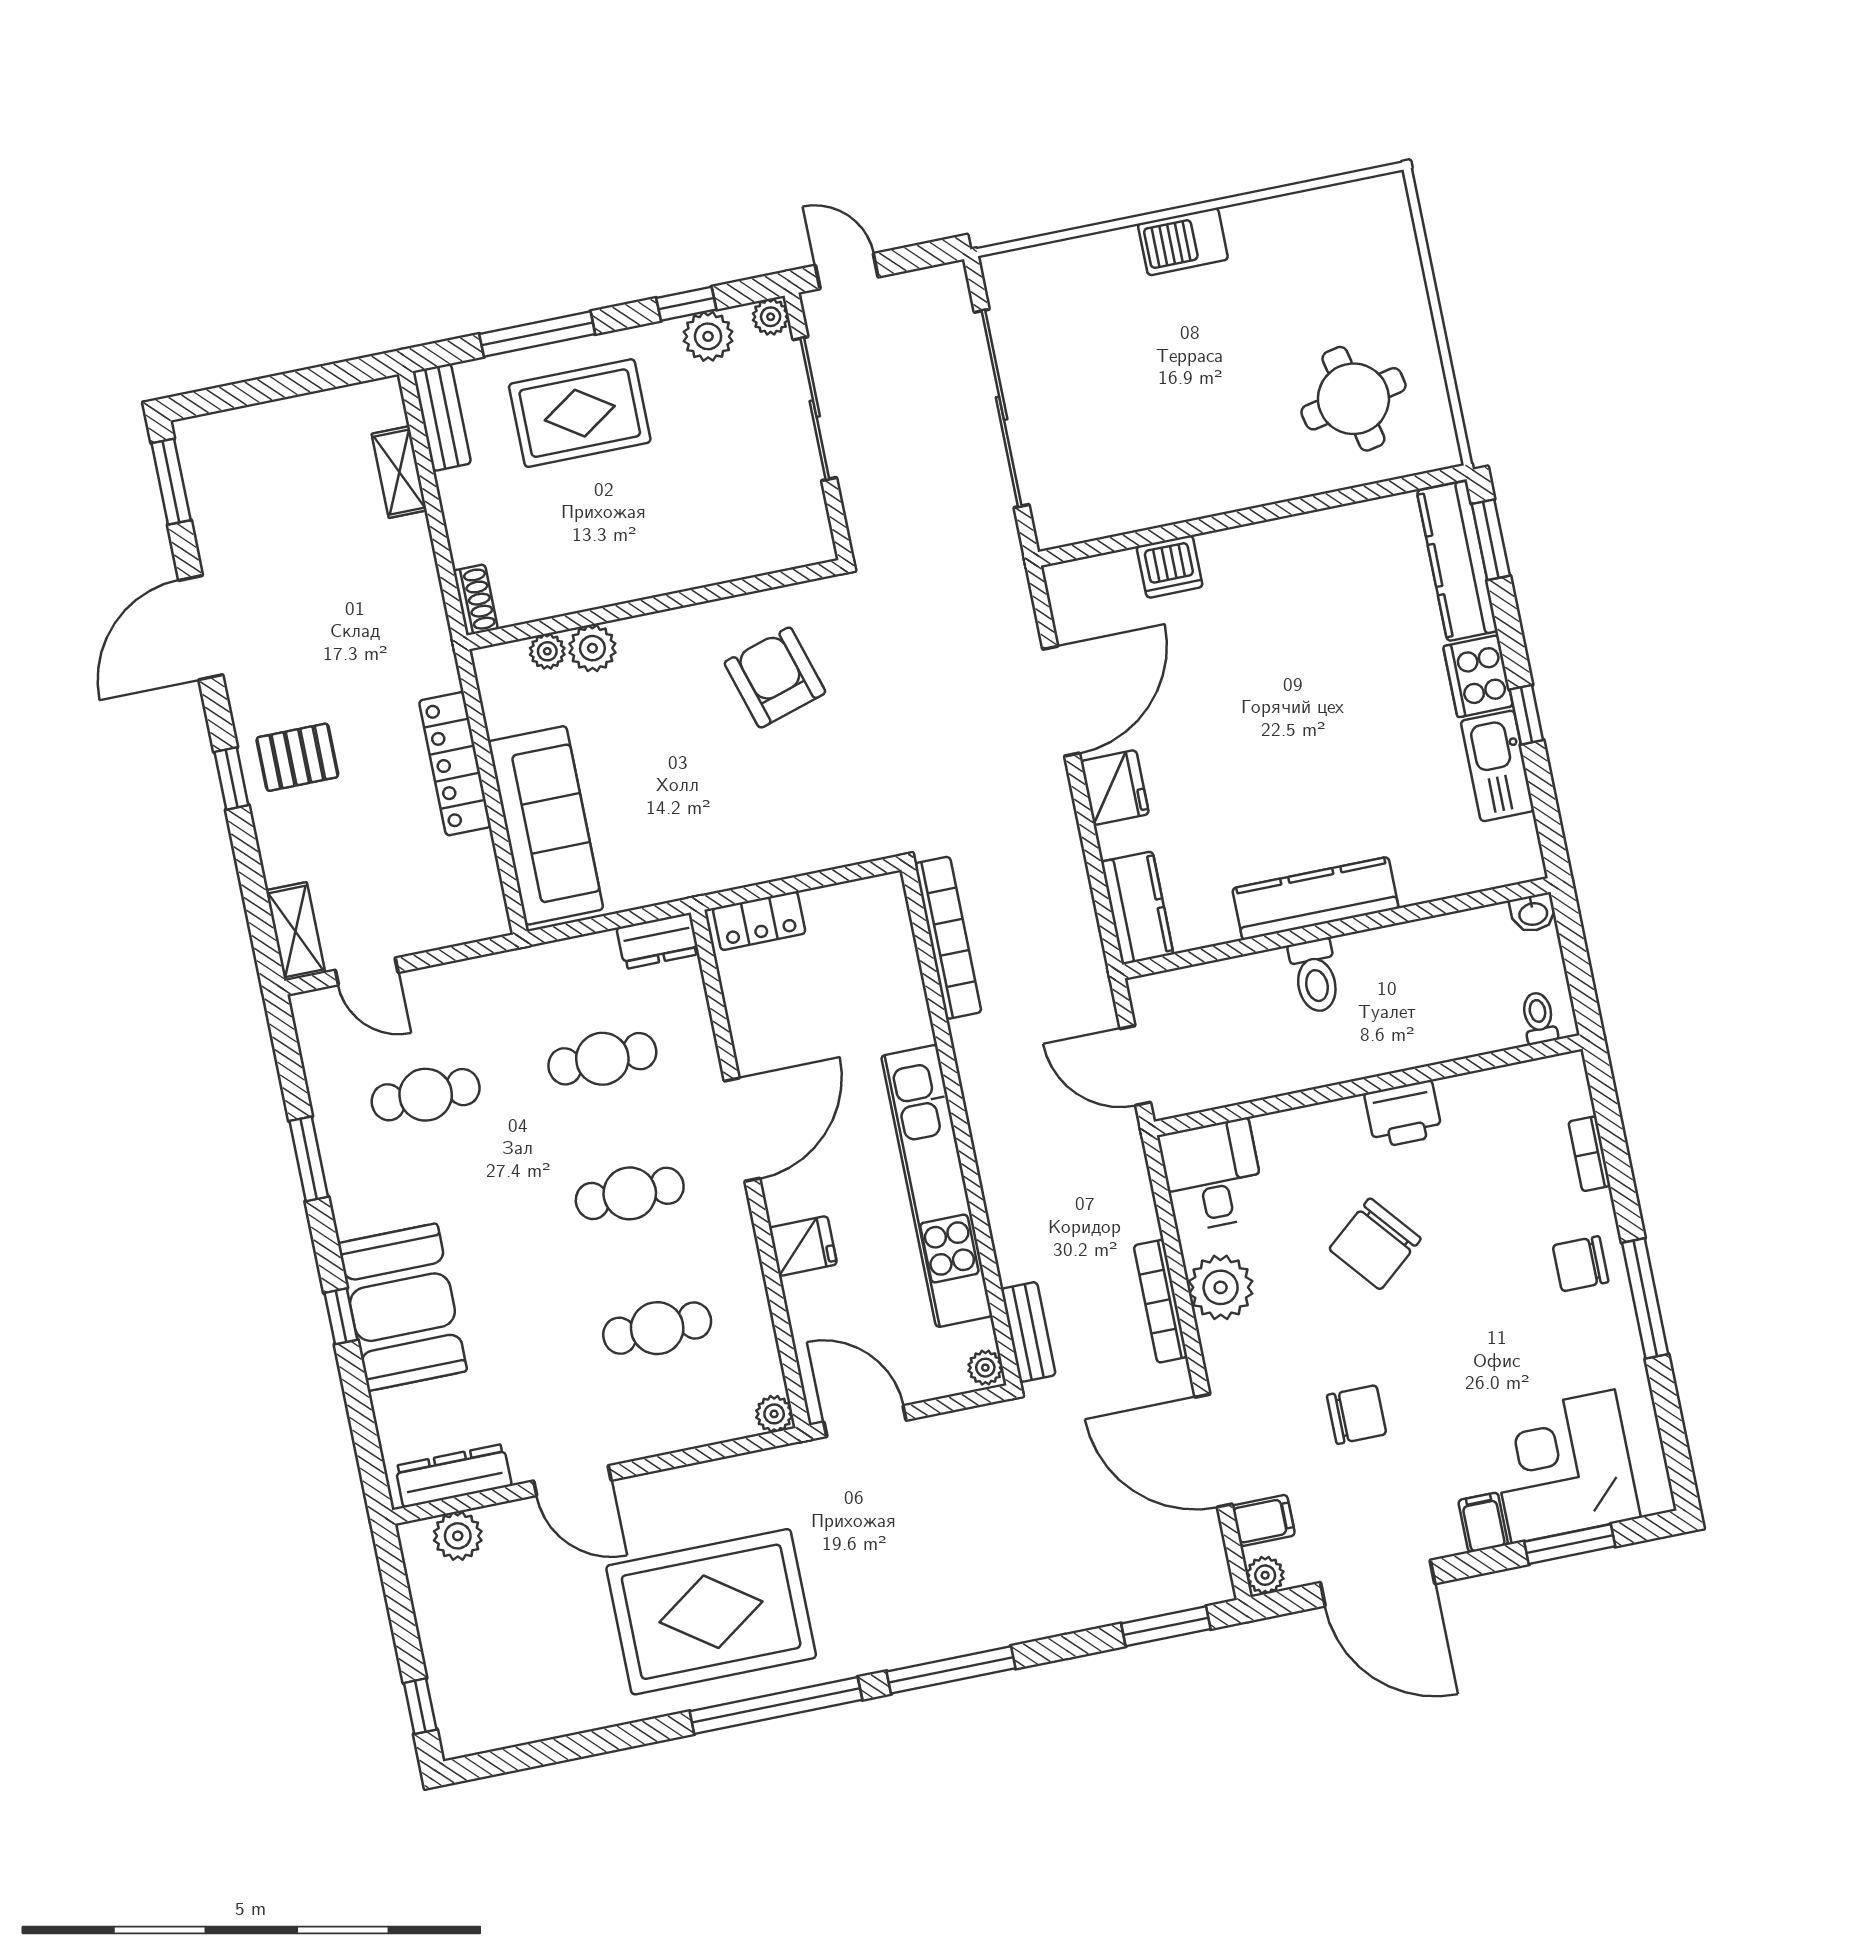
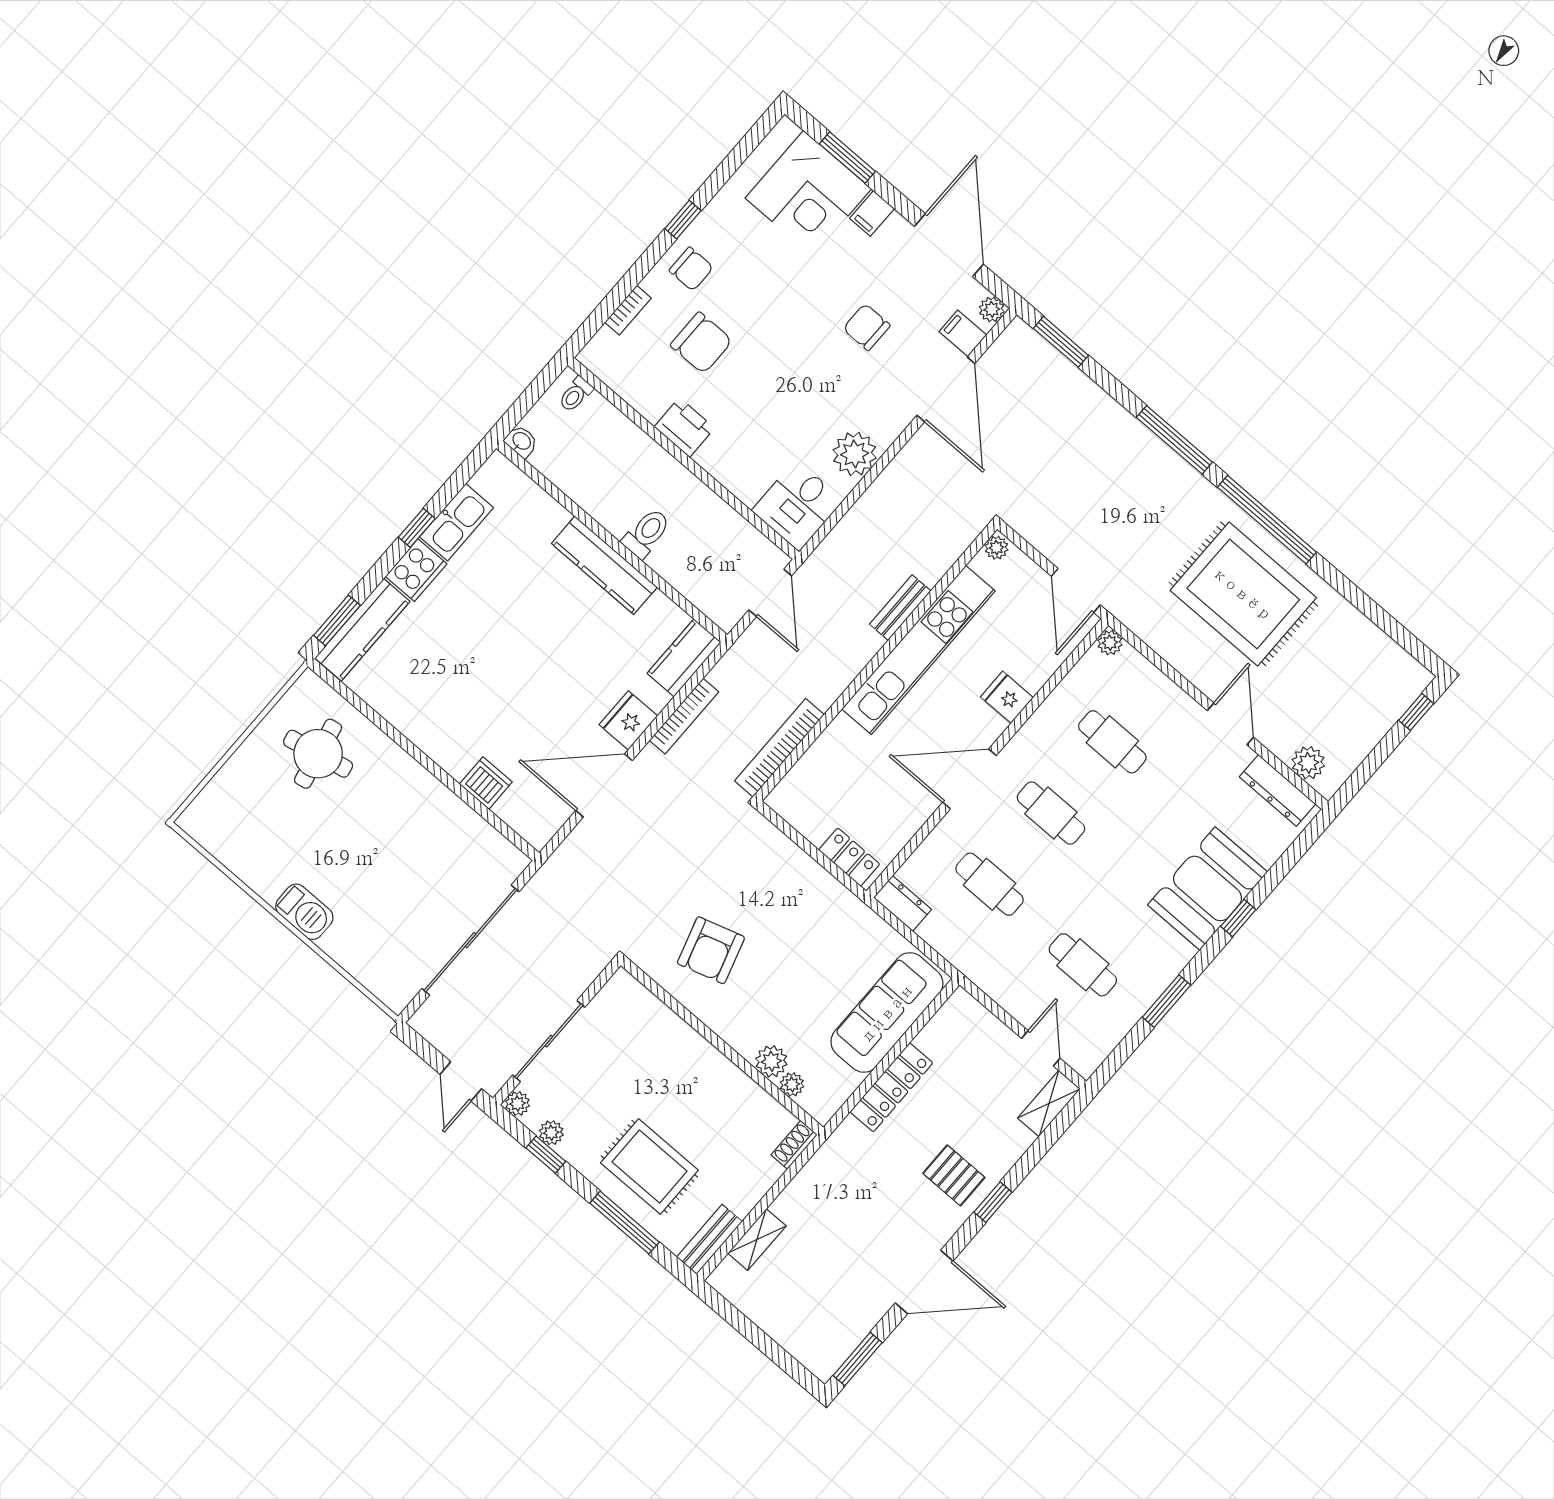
plant: (708, 336) -> (551, 1133), width x0.73, depth x0.73
chair: (1375, 1244) -> (701, 343), moved, turned 40
window: (1645, 1298) -> (683, 220), width x0.46
bookcase: (1161, 1301) -> (684, 716), moved
bench: (1028, 1332) -> (900, 608), moved

